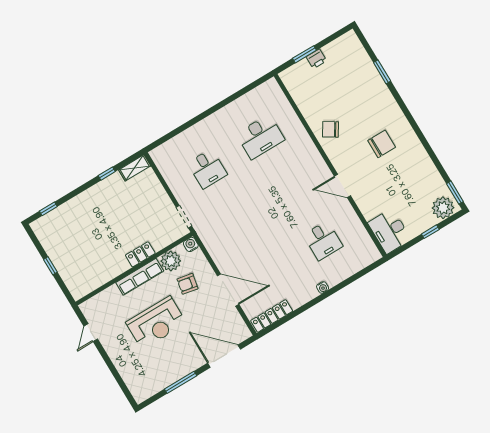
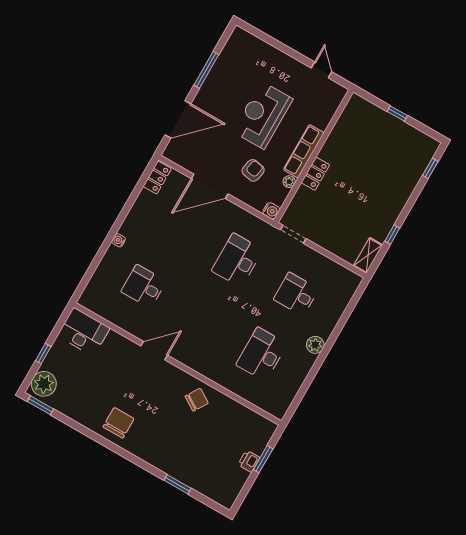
plant: (214, 121) -> (315, 345), added
chair: (382, 144) -> (118, 423), moved, turned 180
desk: (239, 221) -> (237, 260), added
plant: (171, 261) -> (289, 182), width x0.53, depth x0.53
locker: (272, 316) -> (157, 177), width x0.66

